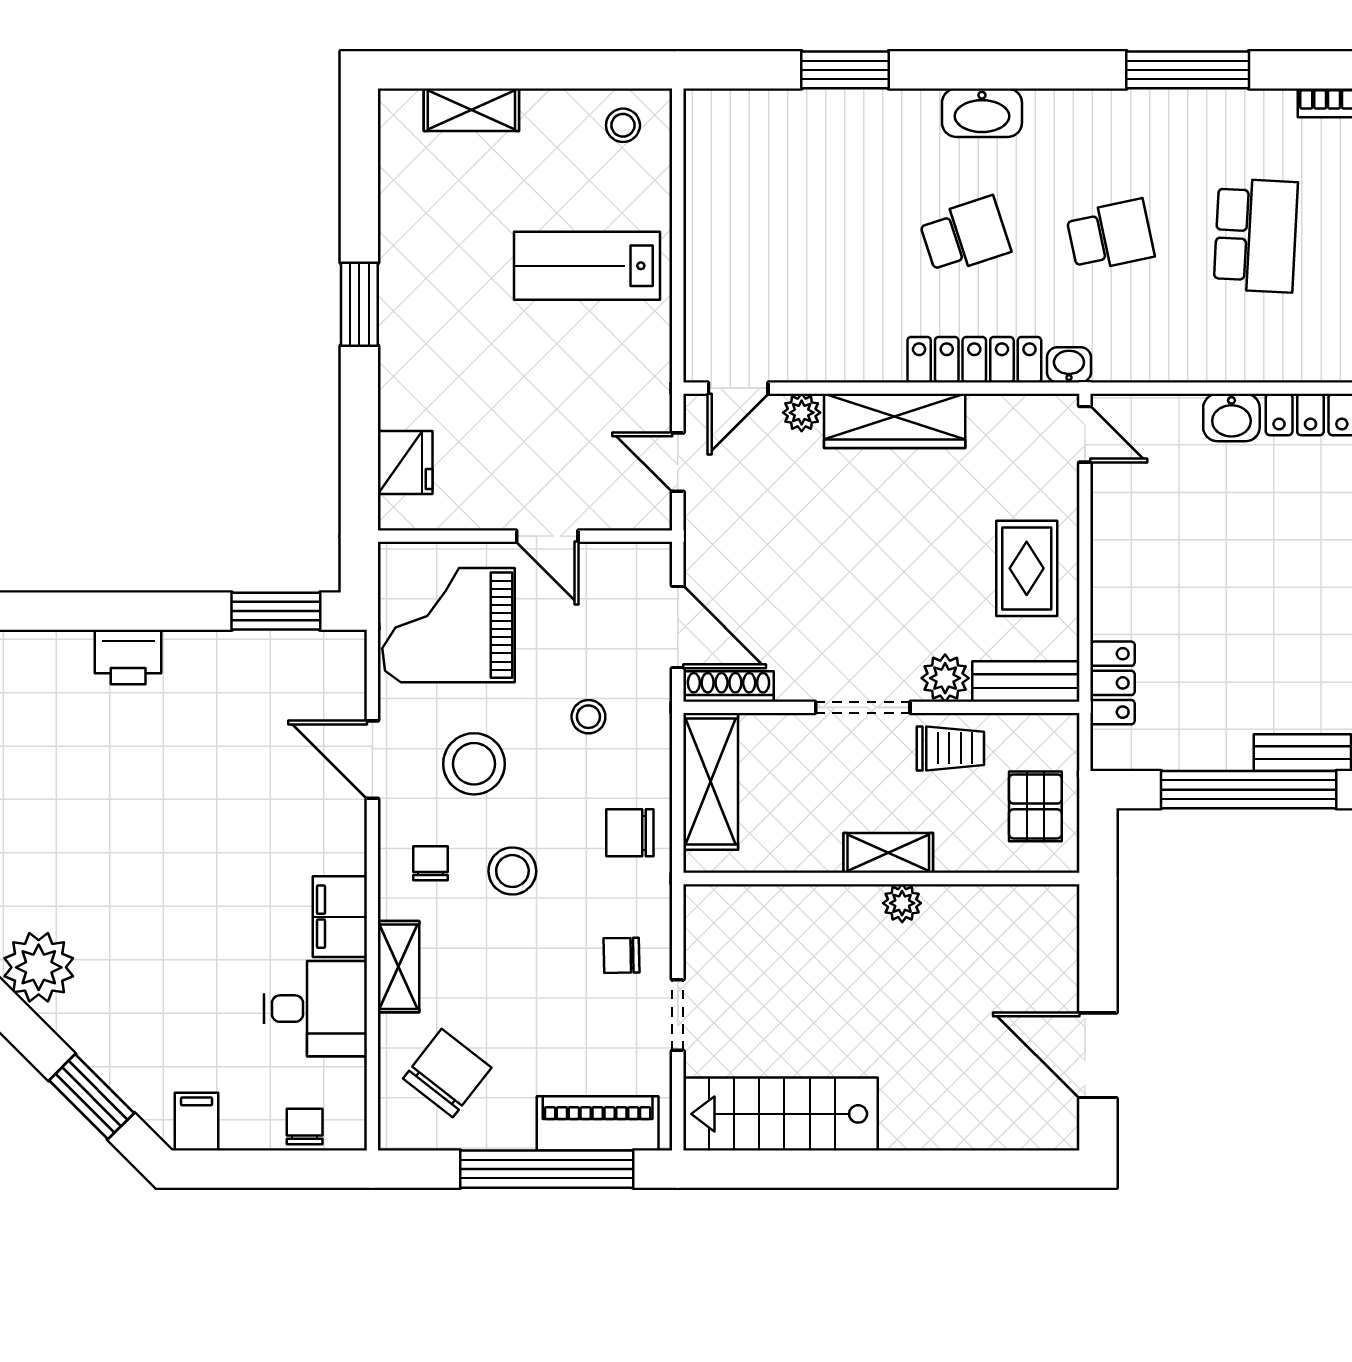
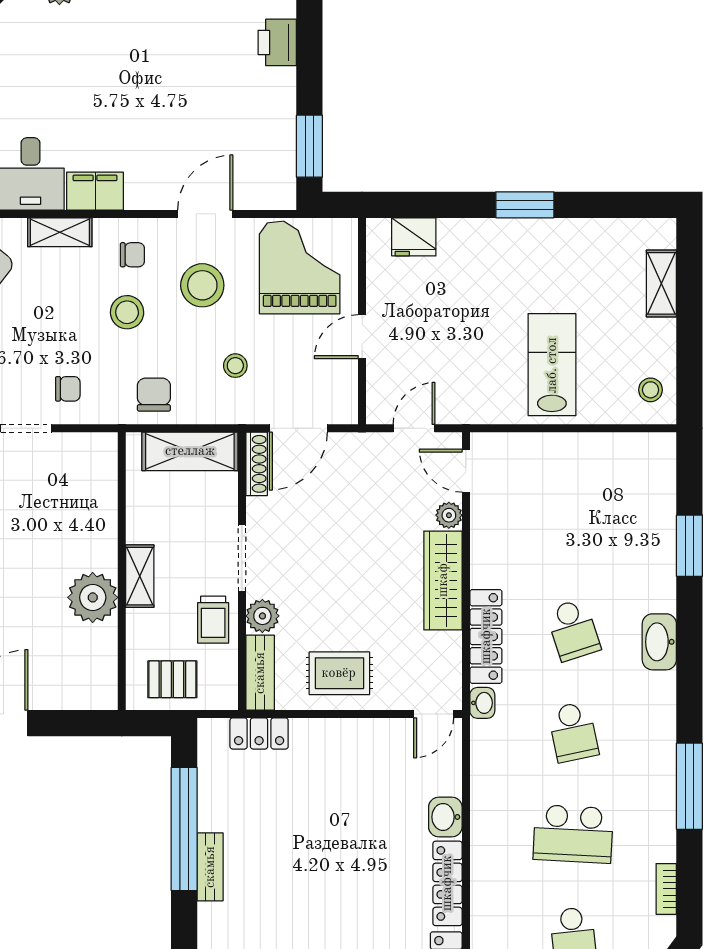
plant: (902, 903) -> (93, 597), width x1.87, depth x1.87
chair: (622, 955) -> (68, 389), turned 91

